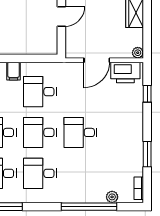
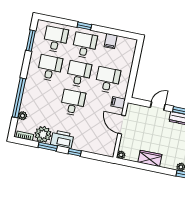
door: (61, 17) -> (158, 106), swing flipped
filing cabinet: (14, 71) -> (118, 103), moved
printer: (125, 72) -> (62, 139), moved, turned 90
window: (147, 94) -> (75, 152), moved
plant: (132, 164) -> (43, 134), added

